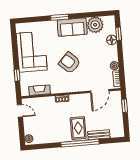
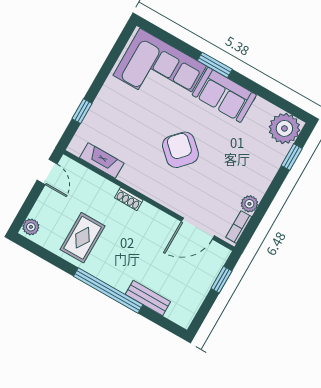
plant: (95, 25) -> (284, 128), moved
floor lamp: (112, 40) -> (274, 159), removed
corner sofa: (32, 52) -> (160, 71), moved, turned 90
rug: (78, 128) -> (82, 238), moved

